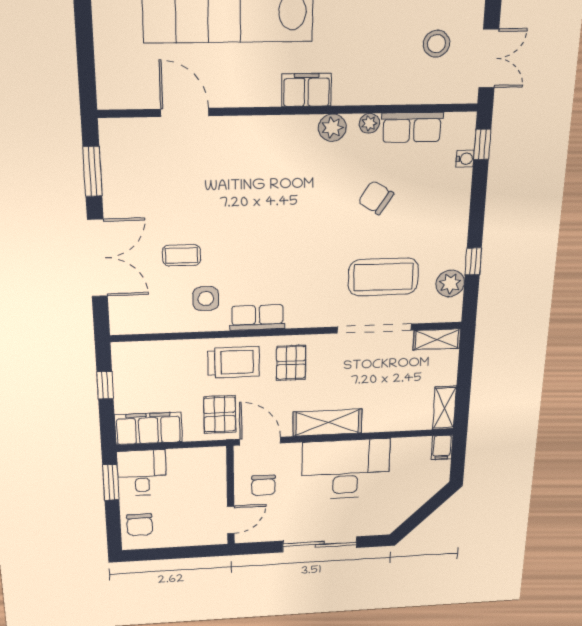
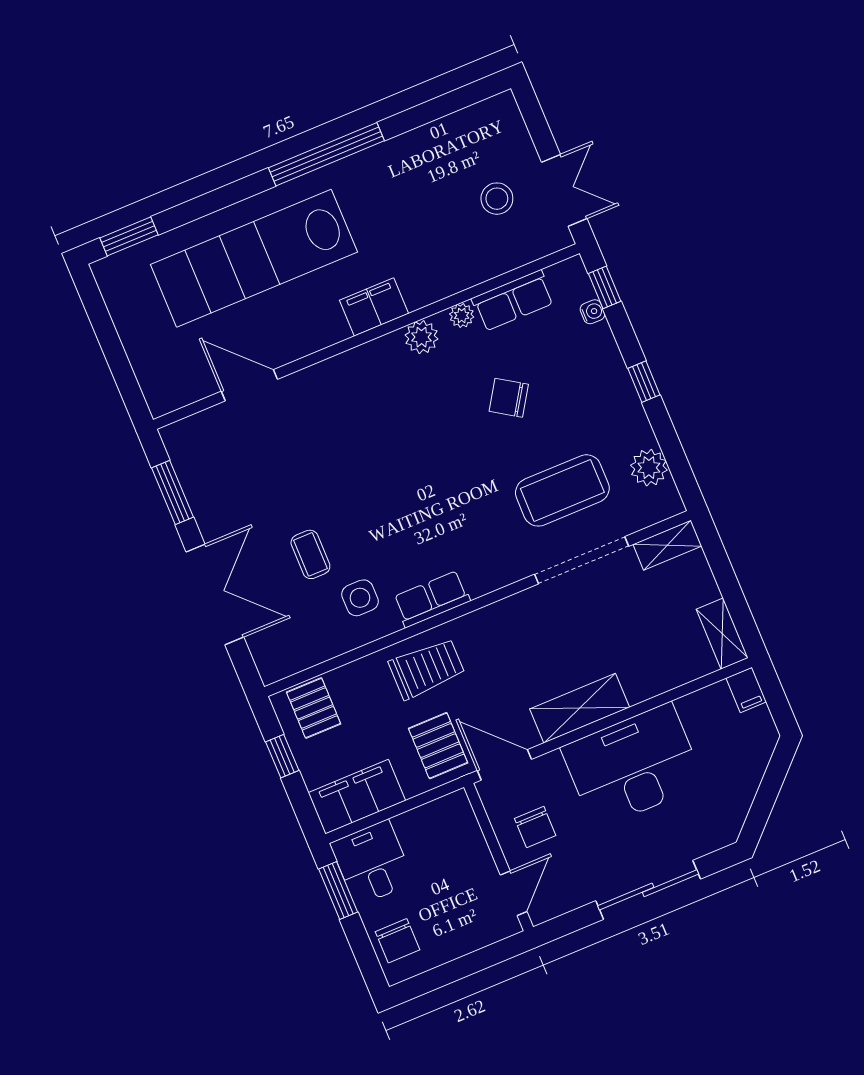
coffee table: (182, 255) -> (310, 554), turned 90
window: (473, 261) -> (644, 382), moved
pallet: (291, 363) -> (314, 708), moved

